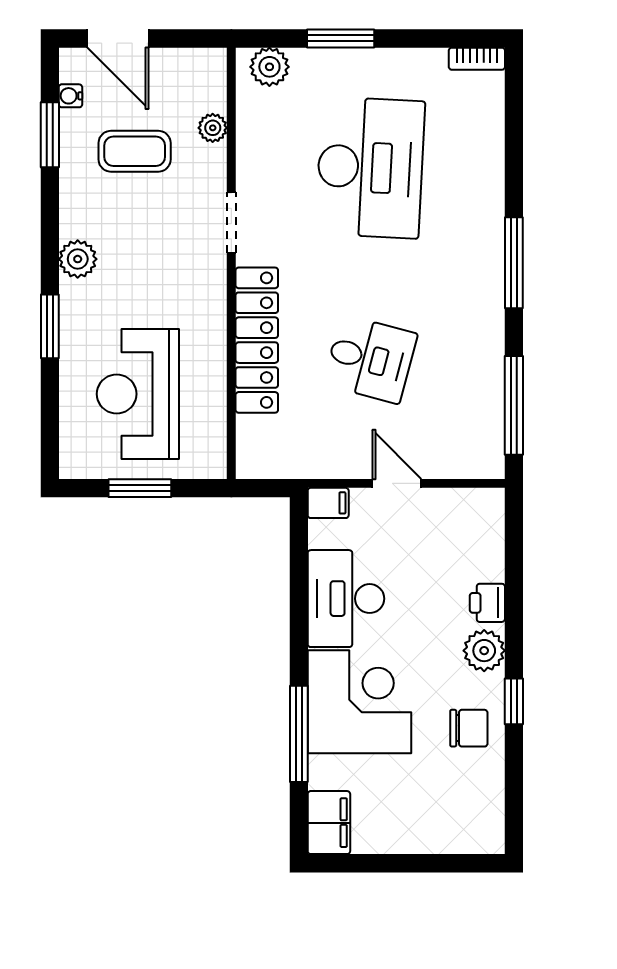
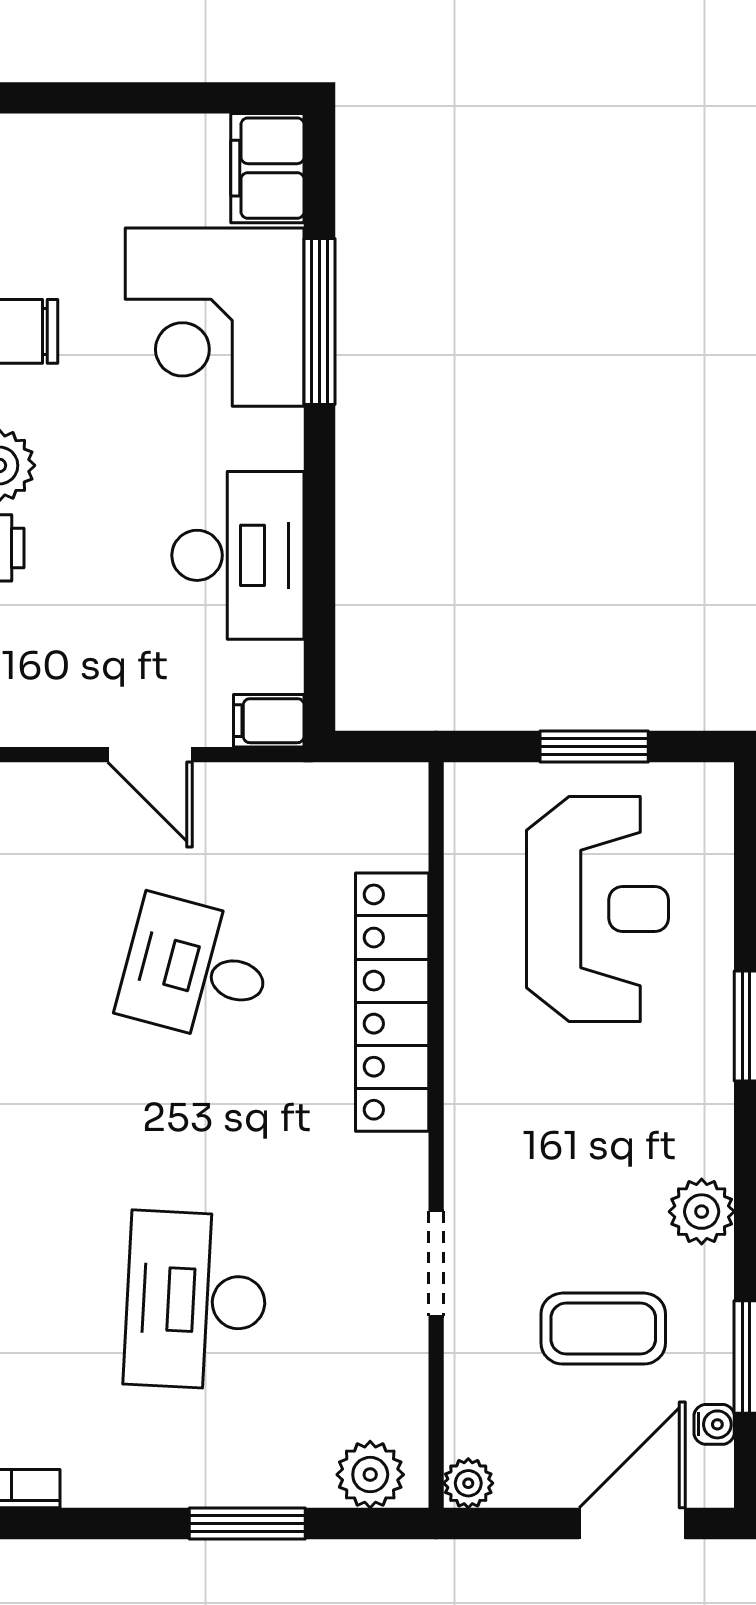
door: (118, 38) -> (632, 1523), hinge flipped
plant: (213, 128) -> (468, 1483), moved
desk: (370, 168) -> (196, 1300), width x0.73, depth x0.77
doorway: (231, 222) -> (436, 1264), moved
plant: (78, 259) -> (702, 1212), moved
corner desk: (359, 702) -> (215, 317), moved

